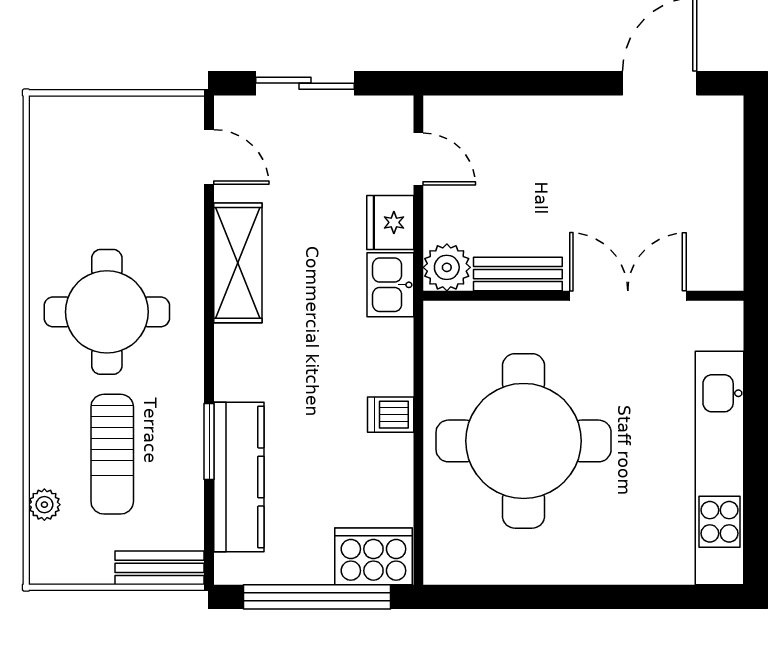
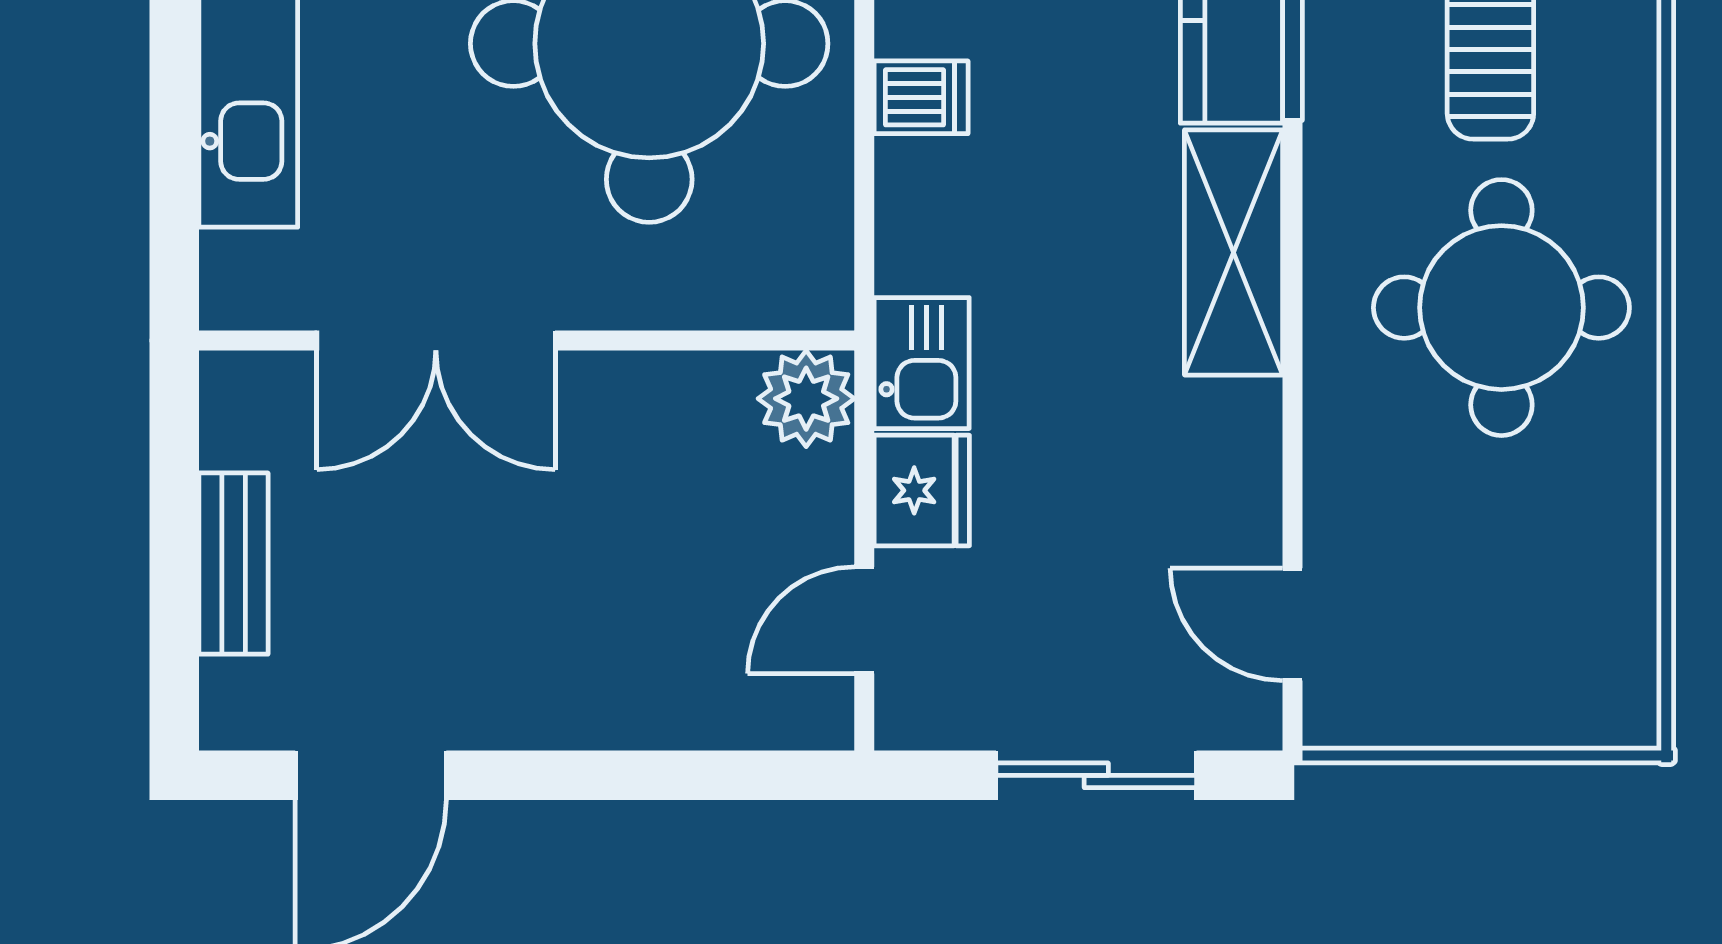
door: (418, 159) -> (864, 620), hinge flipped
shelving: (238, 263) -> (1234, 252), moved
bench: (518, 274) -> (234, 564), moved, turned 90

